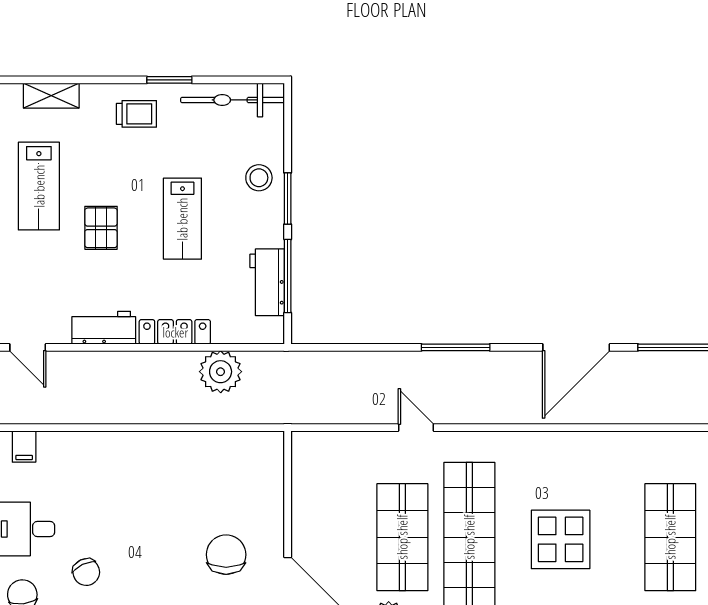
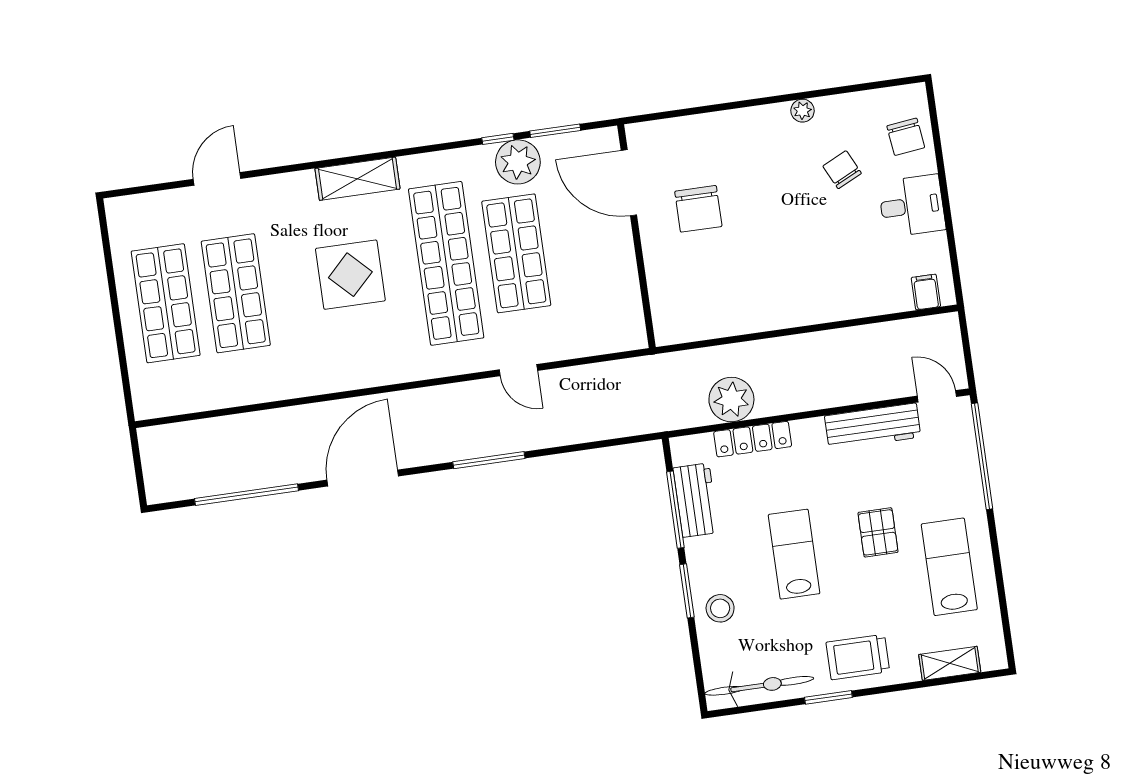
trolley: (136, 114) -> (858, 657), width x1.36, depth x1.39
workbench: (104, 328) -> (873, 426), width x1.38
locker: (175, 332) -> (753, 439), moved

